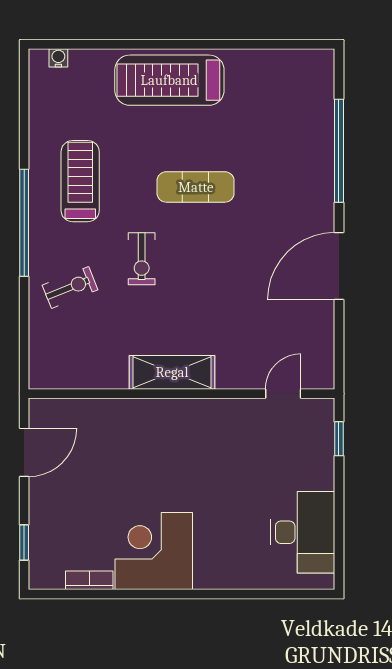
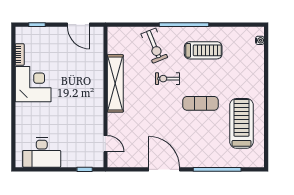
treadmill: (169, 80) -> (242, 123), moved
exercise mat: (196, 187) -> (201, 103), turned 90
exercise bike: (70, 287) -> (154, 46), width x1.38, depth x1.39
shelving: (172, 372) -> (115, 83), width x1.47

